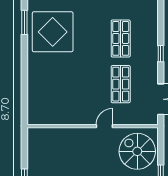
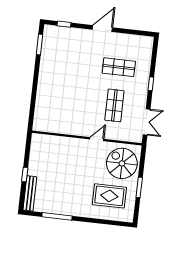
display table: (53, 32) -> (62, 55), removed
shop shelf: (121, 38) -> (119, 67), turned 90

